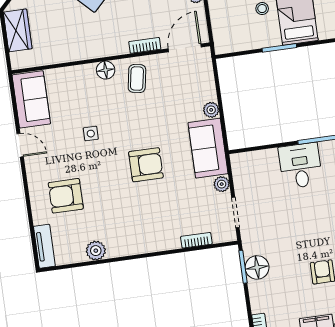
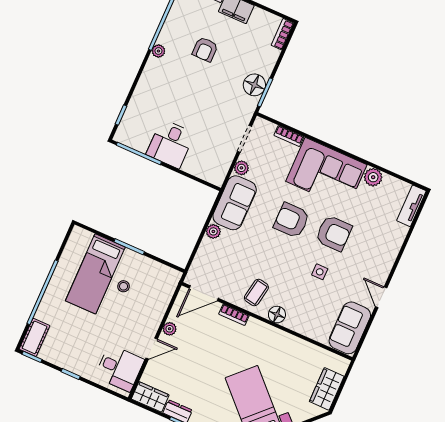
armchair: (66, 196) -> (334, 233), moved
corner sofa: (141, 228) -> (326, 173), added

